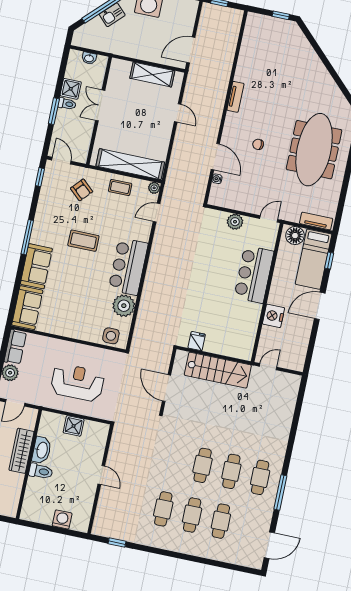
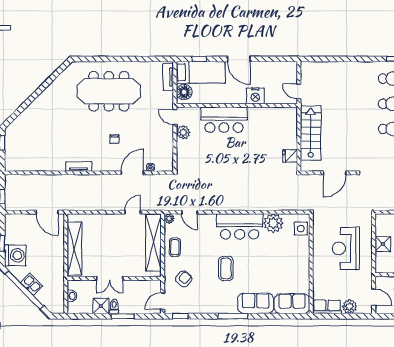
shelving: (152, 74) -> (74, 249), width x1.47
door: (178, 113) -> (133, 212), moved
plant: (235, 222) -> (183, 132), moved

